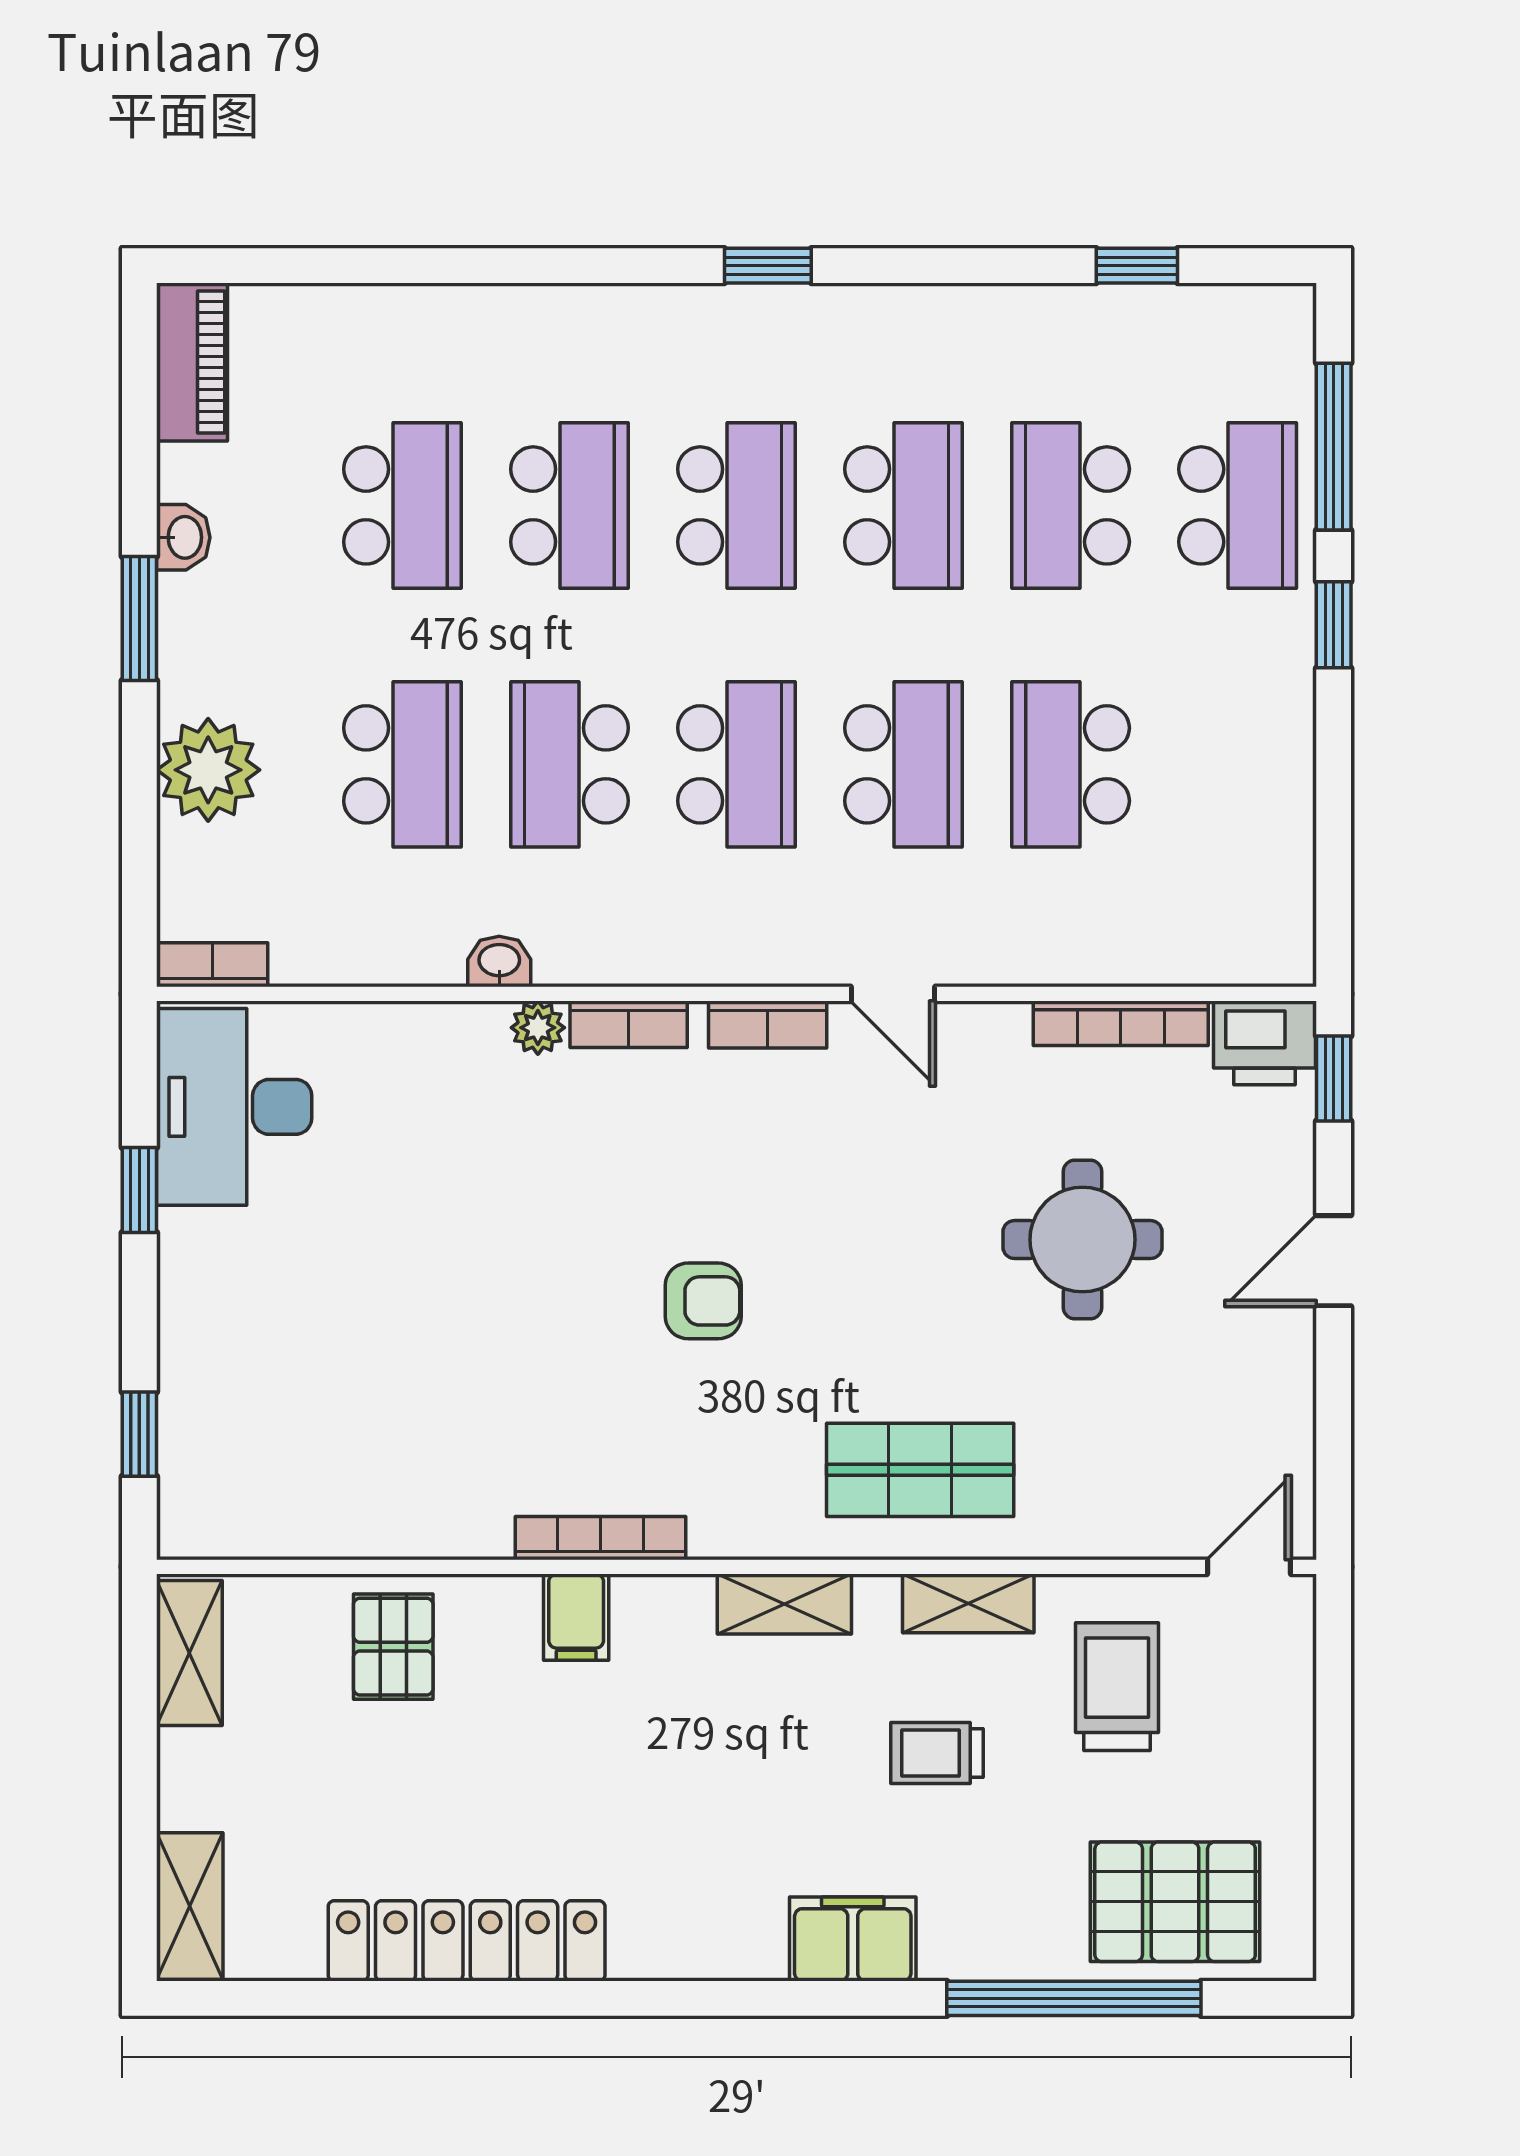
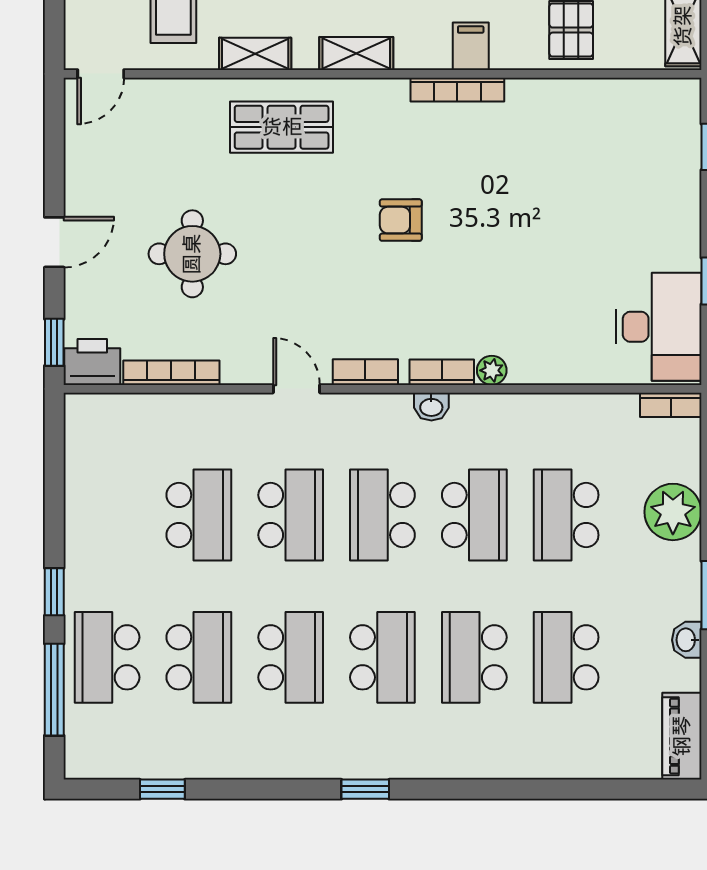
school desk: (737, 505) -> (382, 657), turned 180
school desk: (904, 505) -> (291, 657), turned 180
school desk: (904, 764) -> (291, 515), turned 180
washbasin: (499, 962) -> (431, 407), moved

